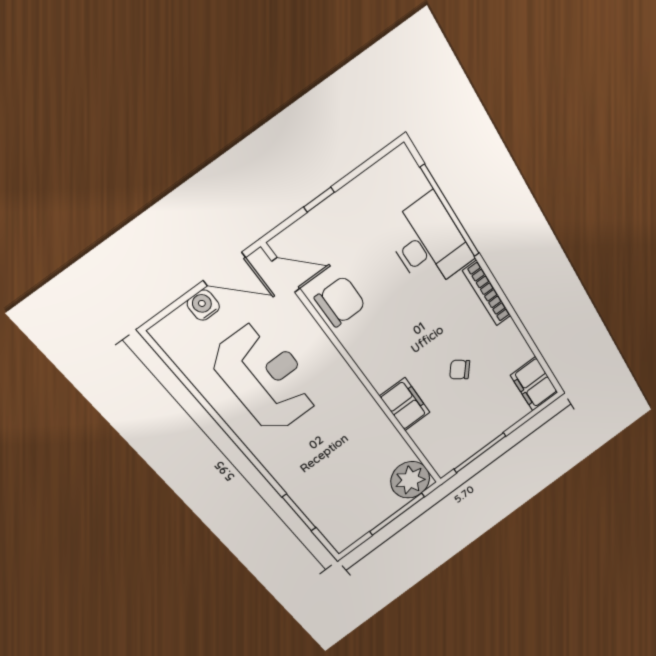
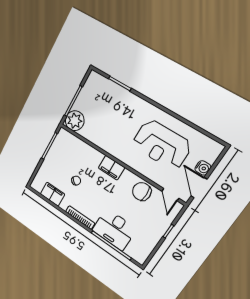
door: (224, 269) -> (199, 188), hinge flipped
door: (286, 275) -> (170, 195), hinge flipped
chair: (340, 302) -> (142, 192), turned 90
filing cabinet: (534, 384) -> (52, 194), moved
filing cabinet: (405, 404) -> (112, 168), moved

